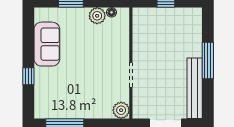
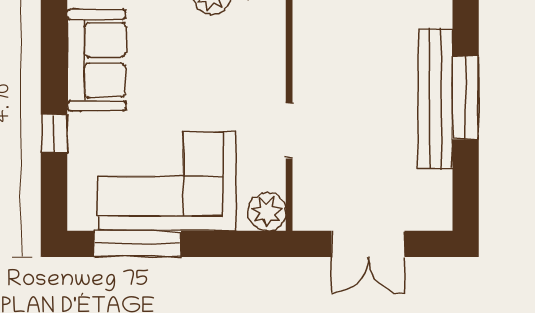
bench: (195, 88) -> (435, 99), moved
corner sofa: (78, 97) -> (167, 181), added

